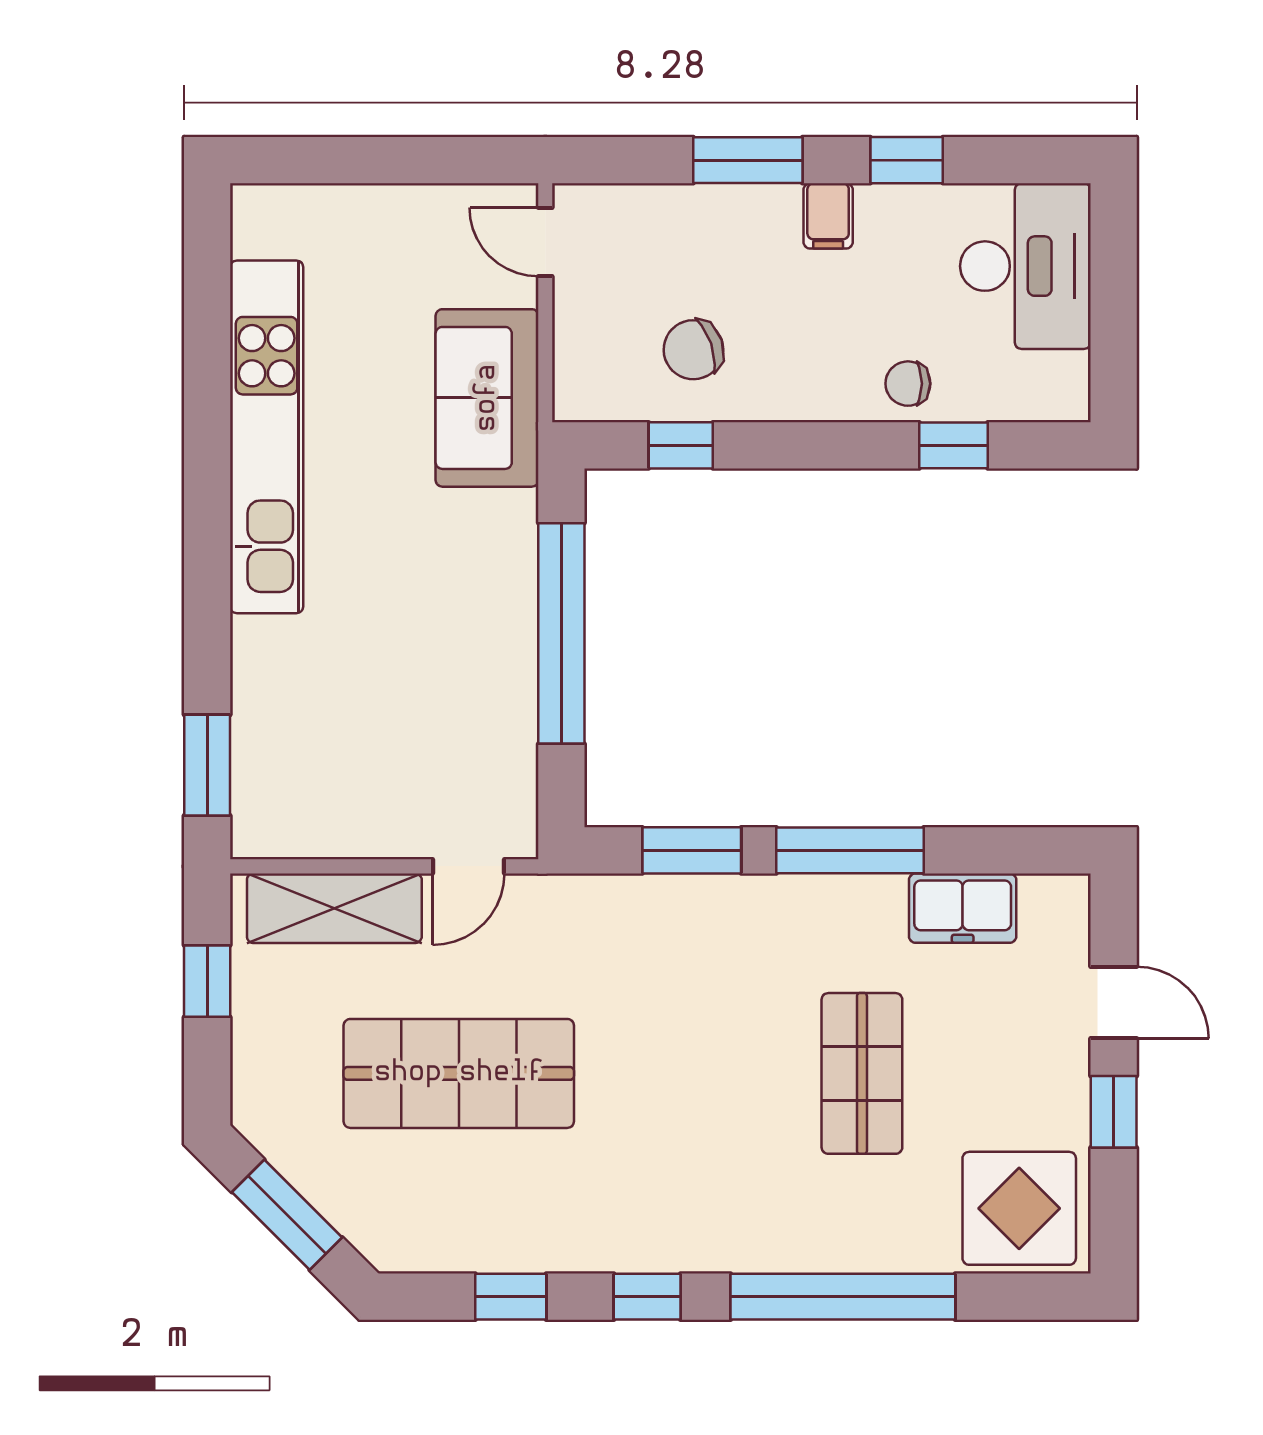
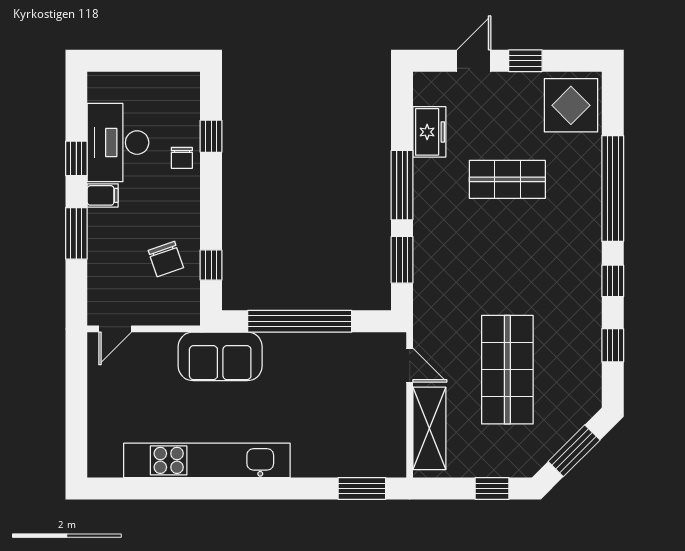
desk: (1025, 266) -> (118, 143), moved, turned -90
sofa: (487, 398) -> (220, 356), moved
window: (207, 981) -> (492, 488), moved

